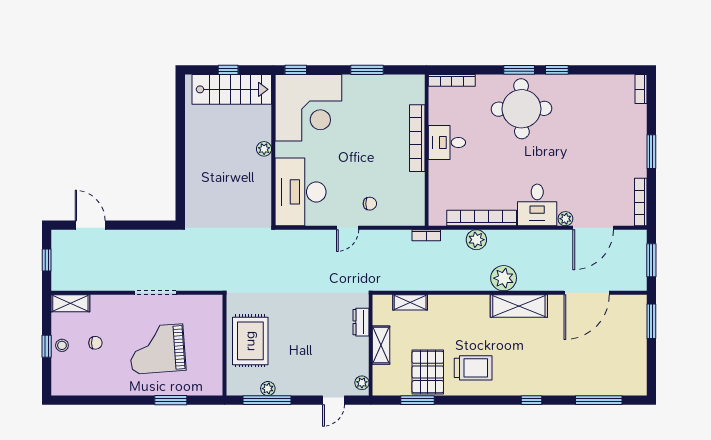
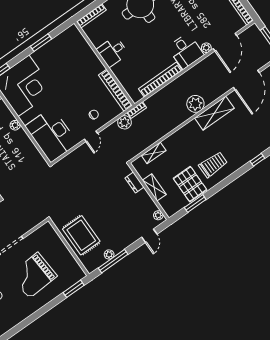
bookcase: (417, 138) -> (115, 90), moved
plant: (476, 240) -> (124, 122), moved
window: (171, 400) -> (74, 289), moved

